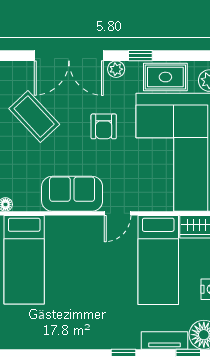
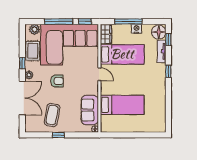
coffee table: (34, 116) -> (52, 115), turned -36
sofa: (72, 194) -> (90, 110), moved
bed: (24, 260) -> (122, 105), moved

